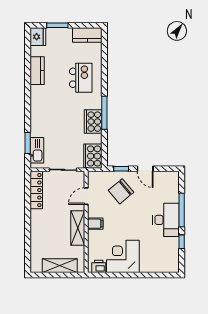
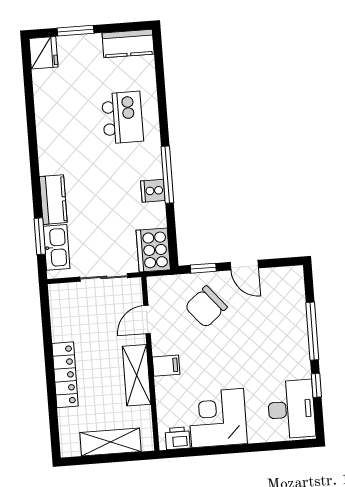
kitchen counter: (37, 71) -> (53, 200), moved
cooker: (93, 122) -> (153, 191), width x0.53, depth x0.76
locker: (36, 190) -> (65, 375), moved
desk: (166, 220) -> (291, 409), moved

